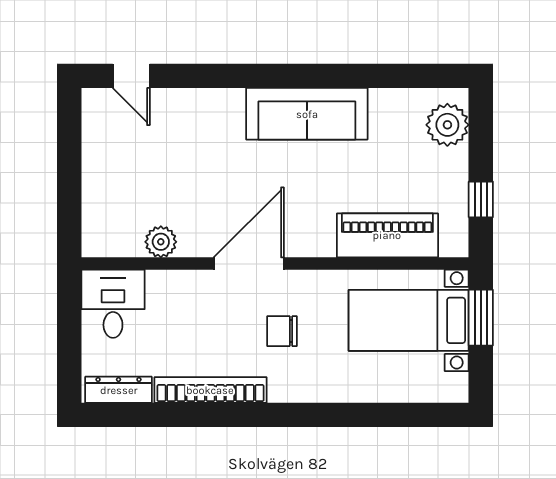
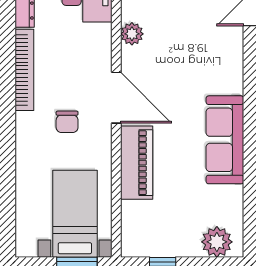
piano: (387, 235) -> (137, 163), moved
chair: (282, 331) -> (67, 122), turned 180

